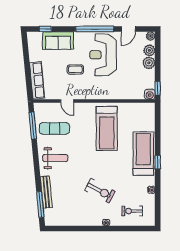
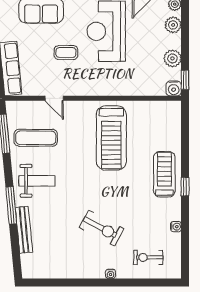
plant: (149, 63) -> (172, 58), moved
treadmill: (143, 154) -> (164, 174), width x0.73, depth x0.73
window: (40, 204) -> (11, 205), moved

